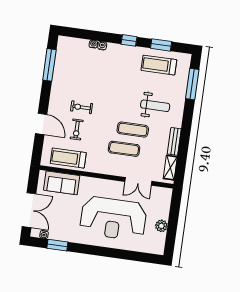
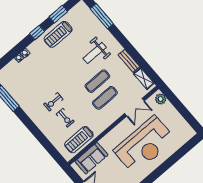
treadmill: (159, 65) -> (58, 34), moved
weight bench: (155, 106) -> (95, 53), turned 180
door: (41, 124) -> (41, 138), removed
plant: (161, 226) -> (161, 99), moved

